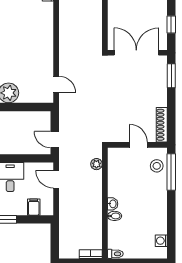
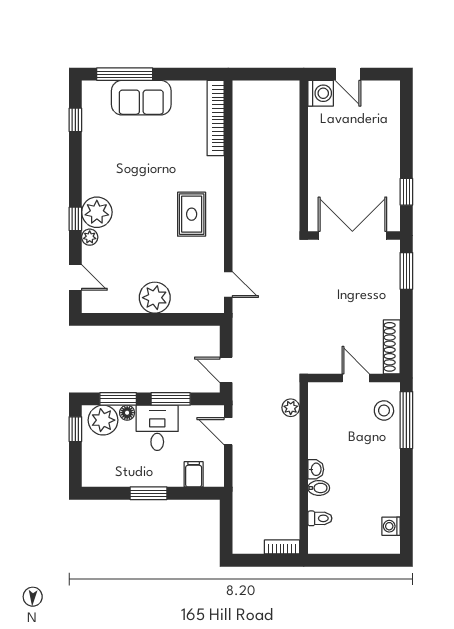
rug: (32, 39) -> (192, 214), added
window: (19, 158) -> (171, 399), added
toilet: (115, 254) -> (320, 518), moved

